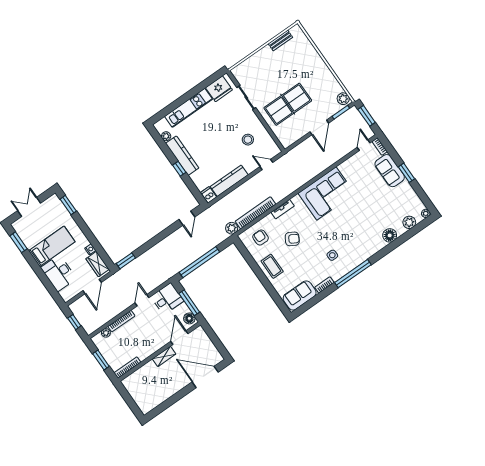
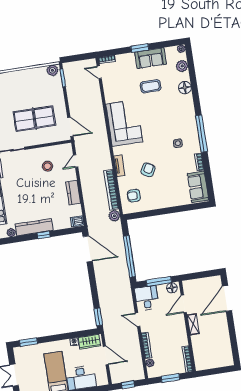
table tennis table: (288, 104) -> (34, 119), turned 90
window: (367, 116) -> (76, 58), removed
door: (319, 127) -> (70, 127), moved
sofa: (390, 171) -> (151, 58), moved
kitchen counter: (229, 181) -> (73, 193), width x0.67
door: (187, 218) -> (88, 249), width x1.88
coffee table: (272, 266) -> (151, 86), moved
door: (179, 338) -> (184, 304), hinge flipped

